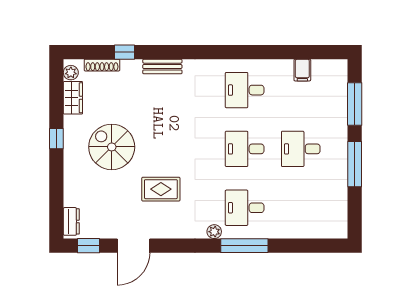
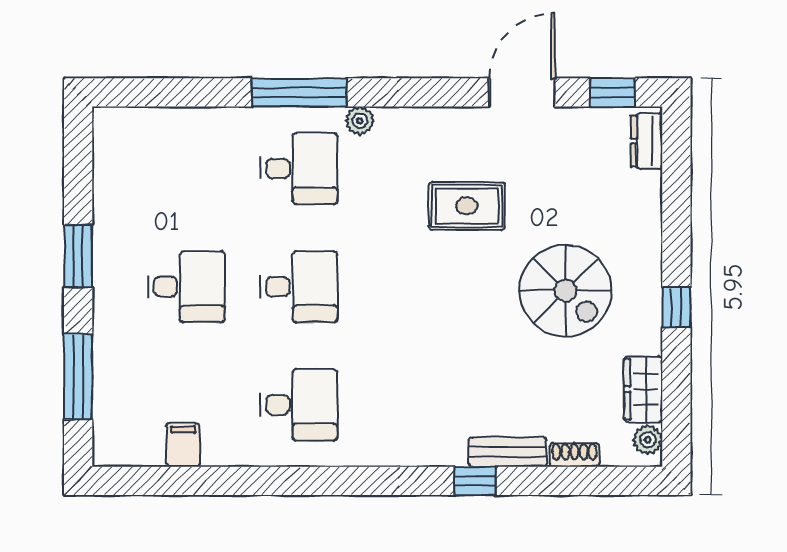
window: (124, 52) -> (475, 481), moved
shoe rack: (102, 65) -> (574, 455), width x0.70
bench: (162, 67) -> (508, 452), moved
window: (355, 164) -> (78, 256), width x0.69

